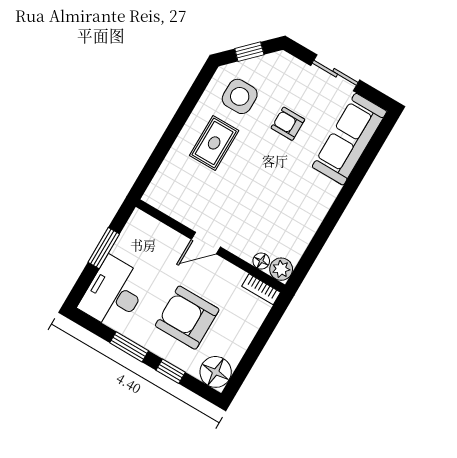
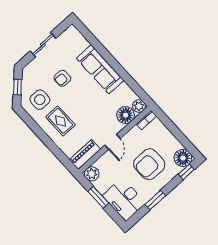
sofa: (349, 139) -> (100, 69), moved
piano: (170, 203) -> (85, 154), added
plant: (140, 224) -> (92, 174), added
floor lamp: (261, 261) -> (126, 115), width x1.89, depth x1.89
window: (171, 371) -> (186, 172), moved

